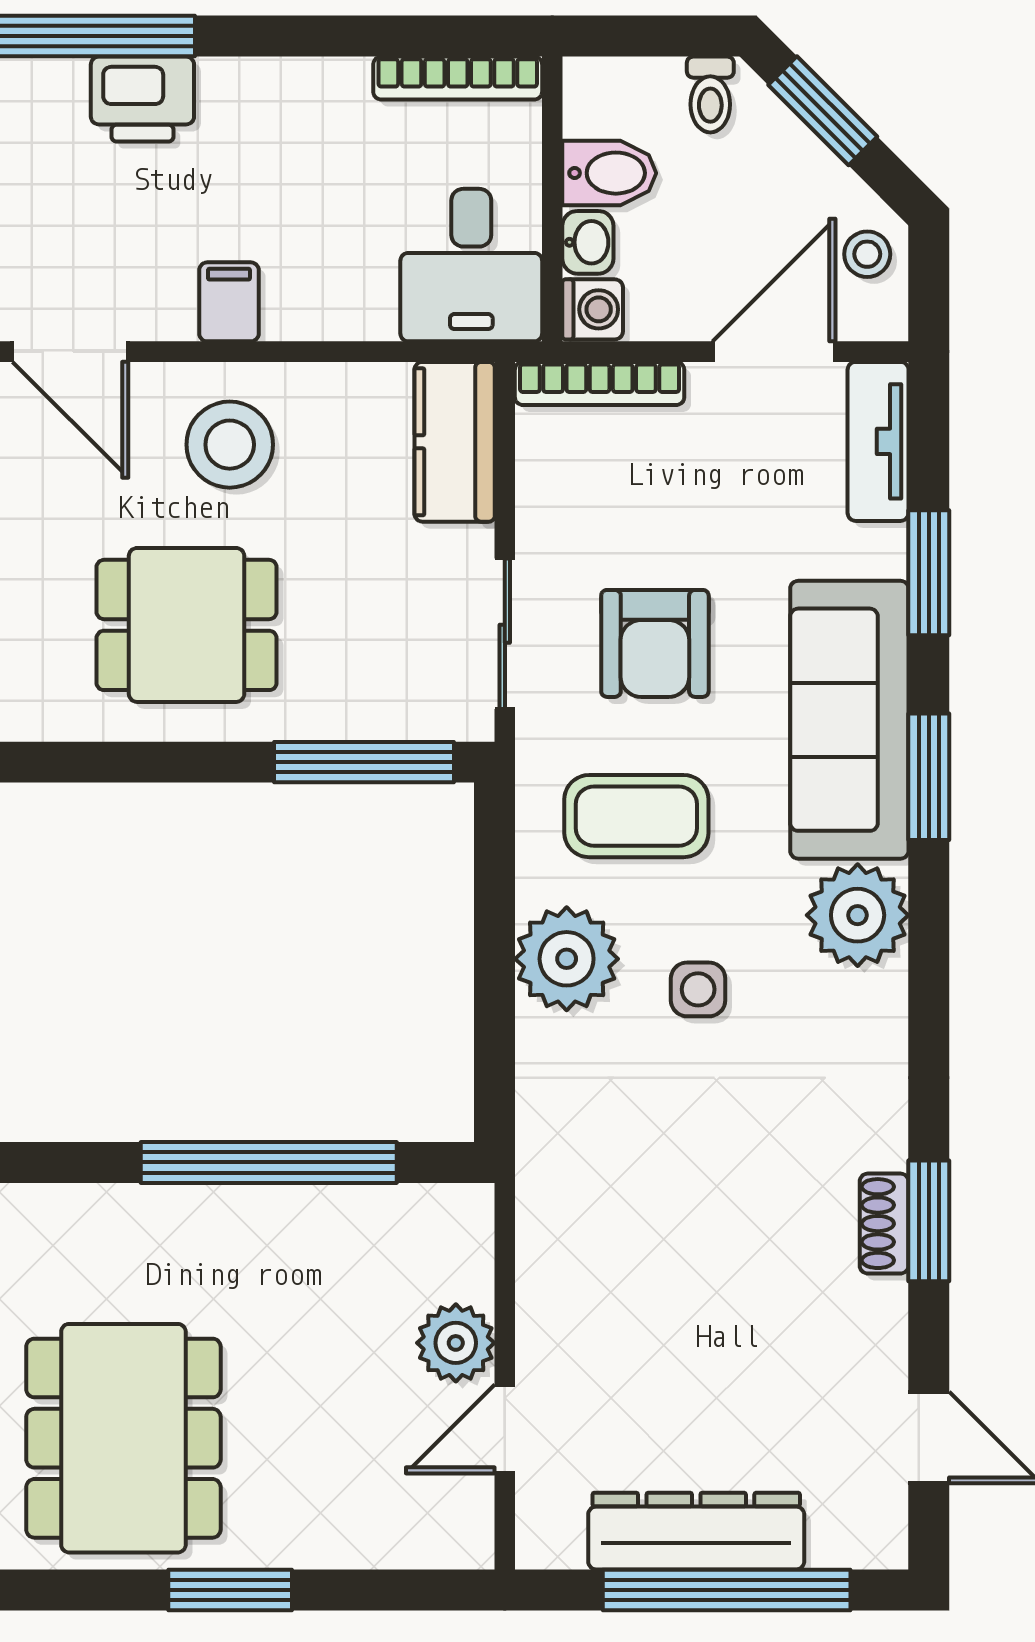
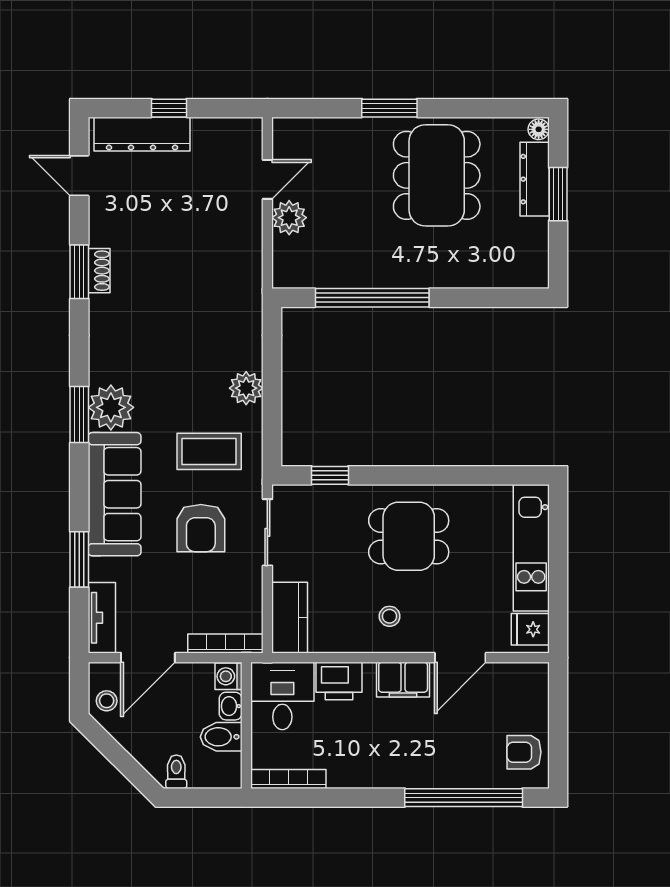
printer: (142, 99) -> (339, 681), moved, turned 180
window: (823, 111) -> (126, 764), removed
filing cabinet: (229, 302) -> (403, 680), width x2.00
door: (70, 352) -> (460, 658), swing flipped
stool: (230, 445) -> (390, 616), width x0.53, depth x0.53
armchair: (655, 643) -> (201, 528), turned 180
window: (364, 762) -> (330, 475), width x0.46
window: (929, 777) -> (79, 415), moved
plant: (567, 959) -> (246, 388), width x0.73, depth x0.73
side table: (698, 989) -> (182, 375), removed
dresser: (696, 1531) -> (142, 134), moved
window: (727, 1590) -> (169, 108), width x0.32

